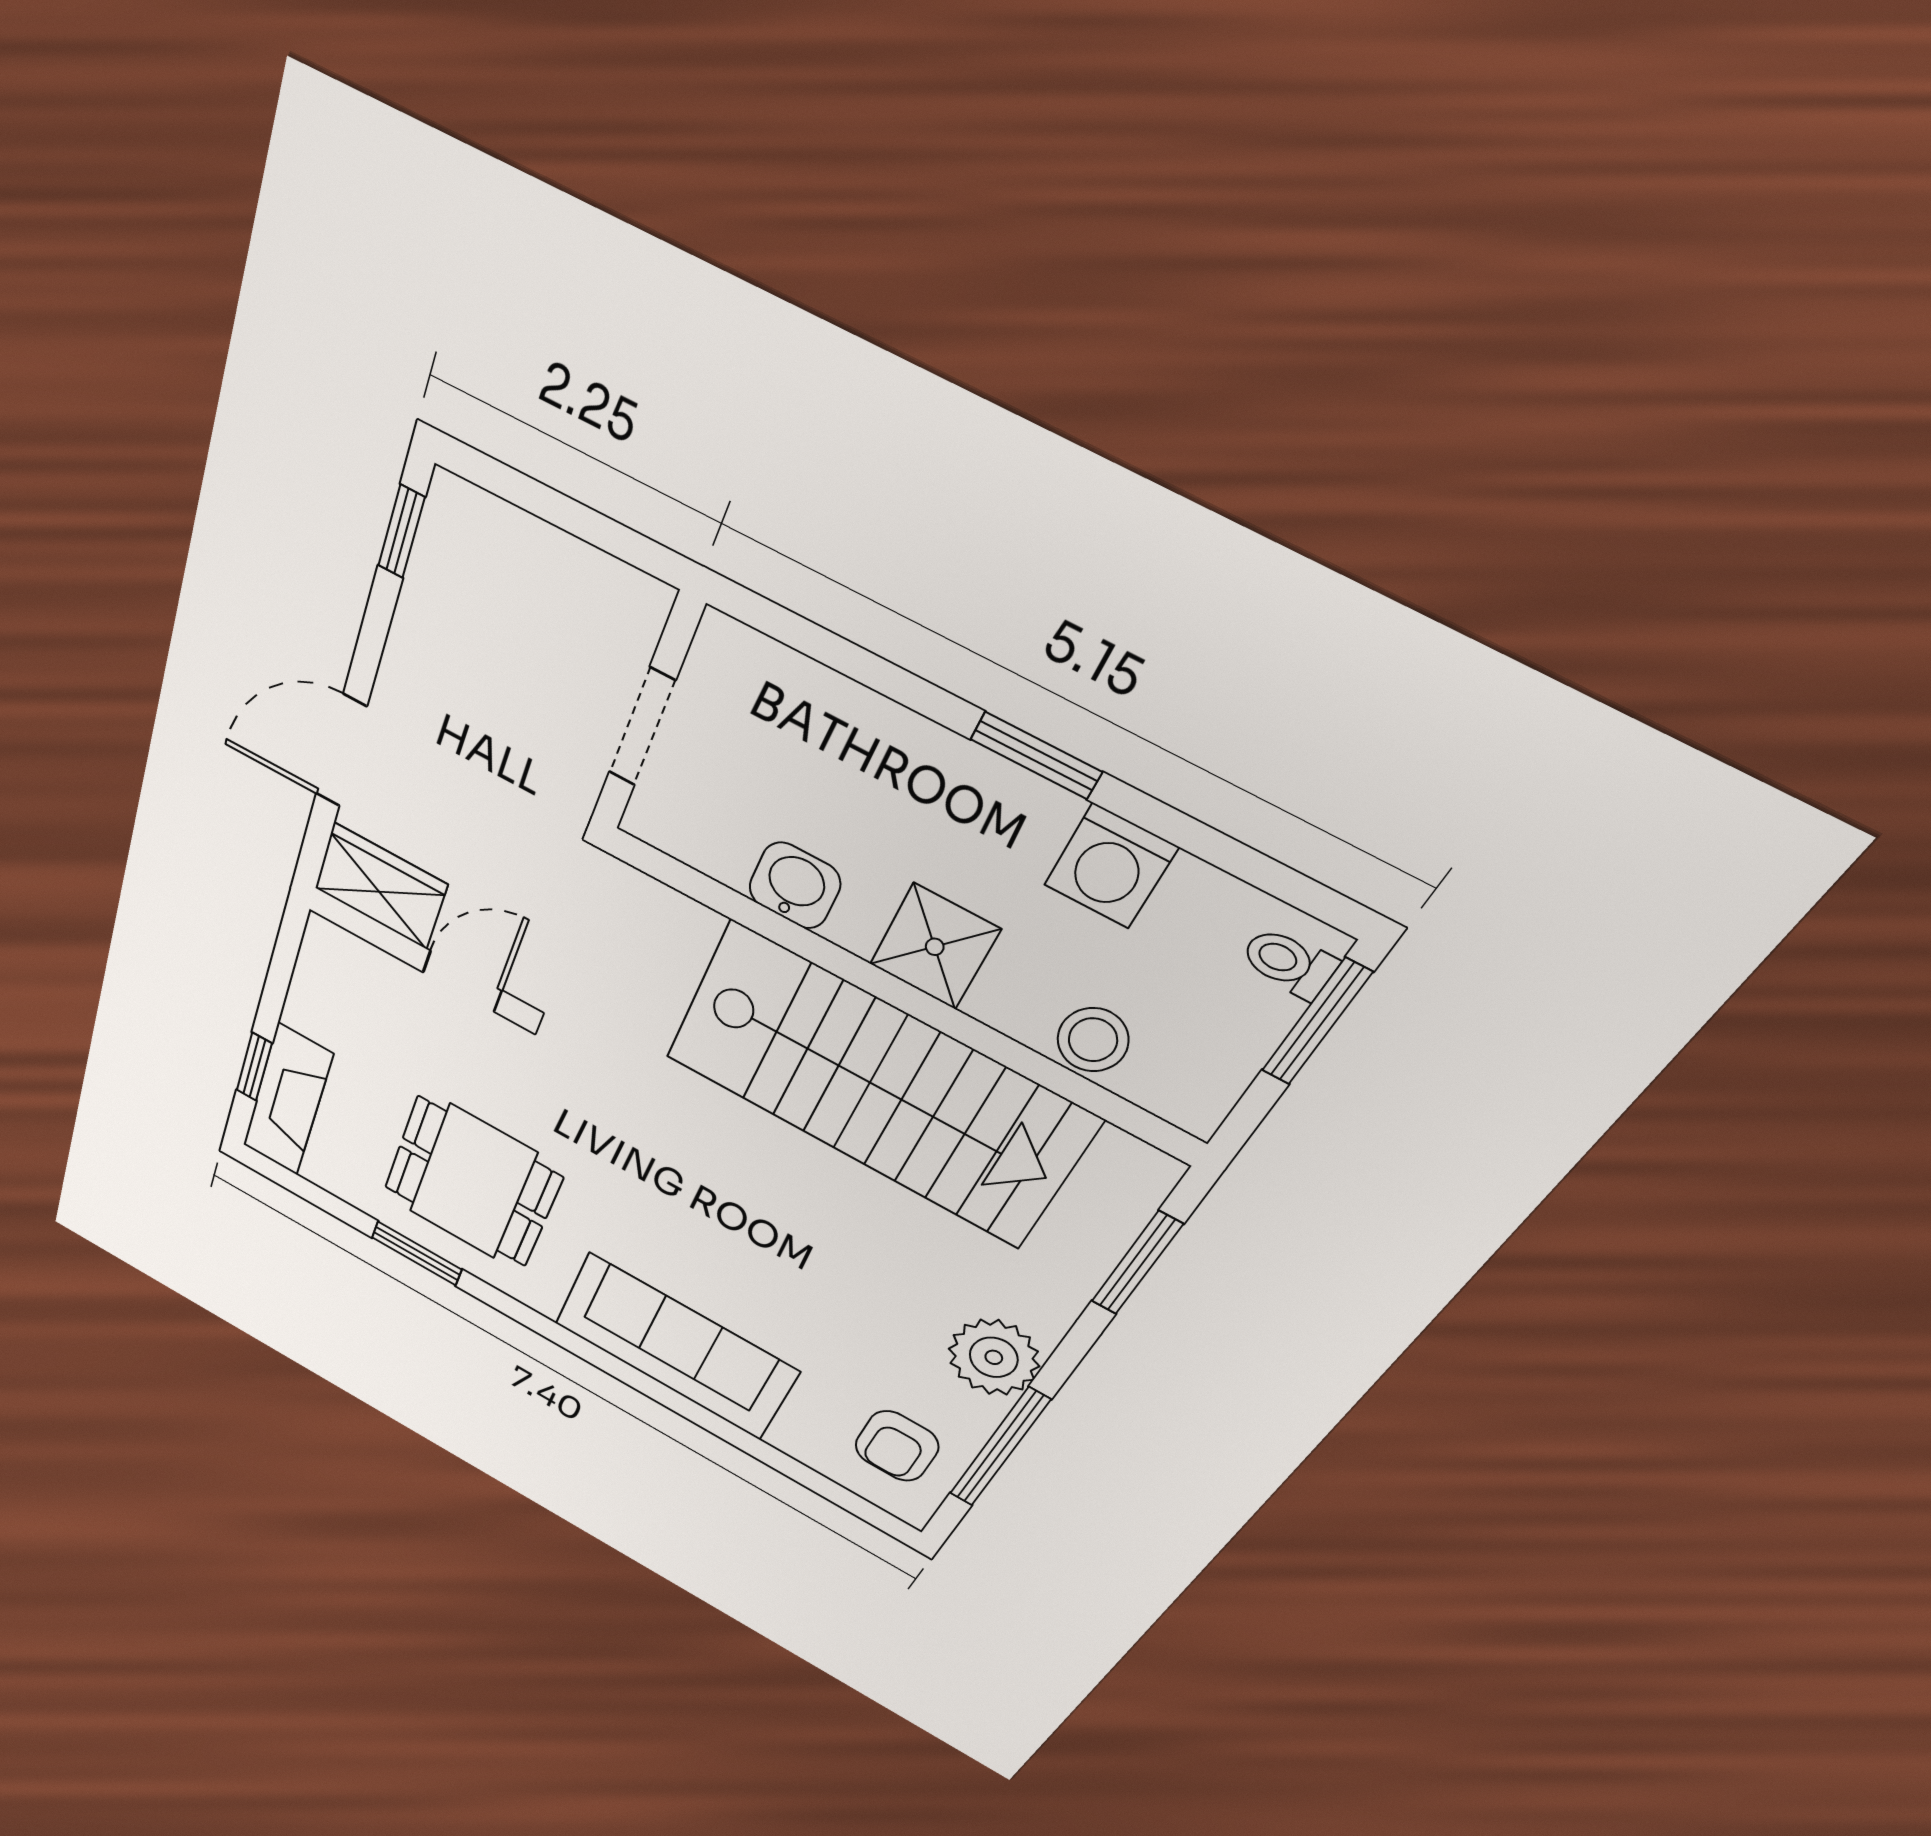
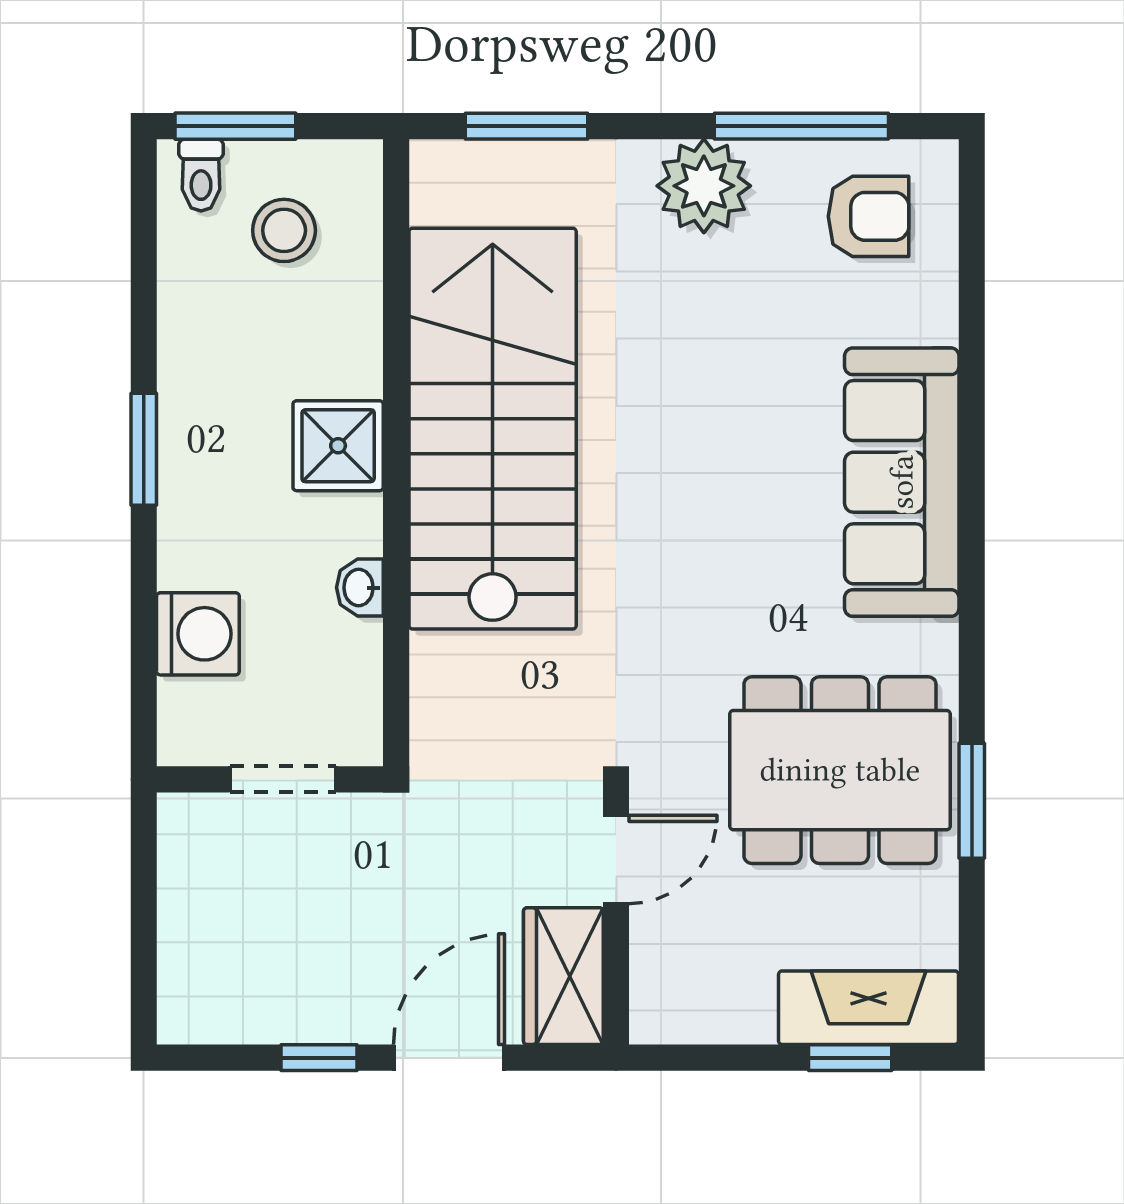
window: (401, 532) -> (319, 1058), moved
door: (341, 751) -> (449, 1058), swing flipped
washing machine: (1111, 866) -> (198, 634), moved
washbasin: (795, 886) -> (360, 588), width x0.72, depth x0.69
door: (462, 981) -> (616, 860), swing flipped
stool: (1093, 1040) -> (284, 230), moved
dining table: (472, 1182) -> (840, 770), width x1.38

